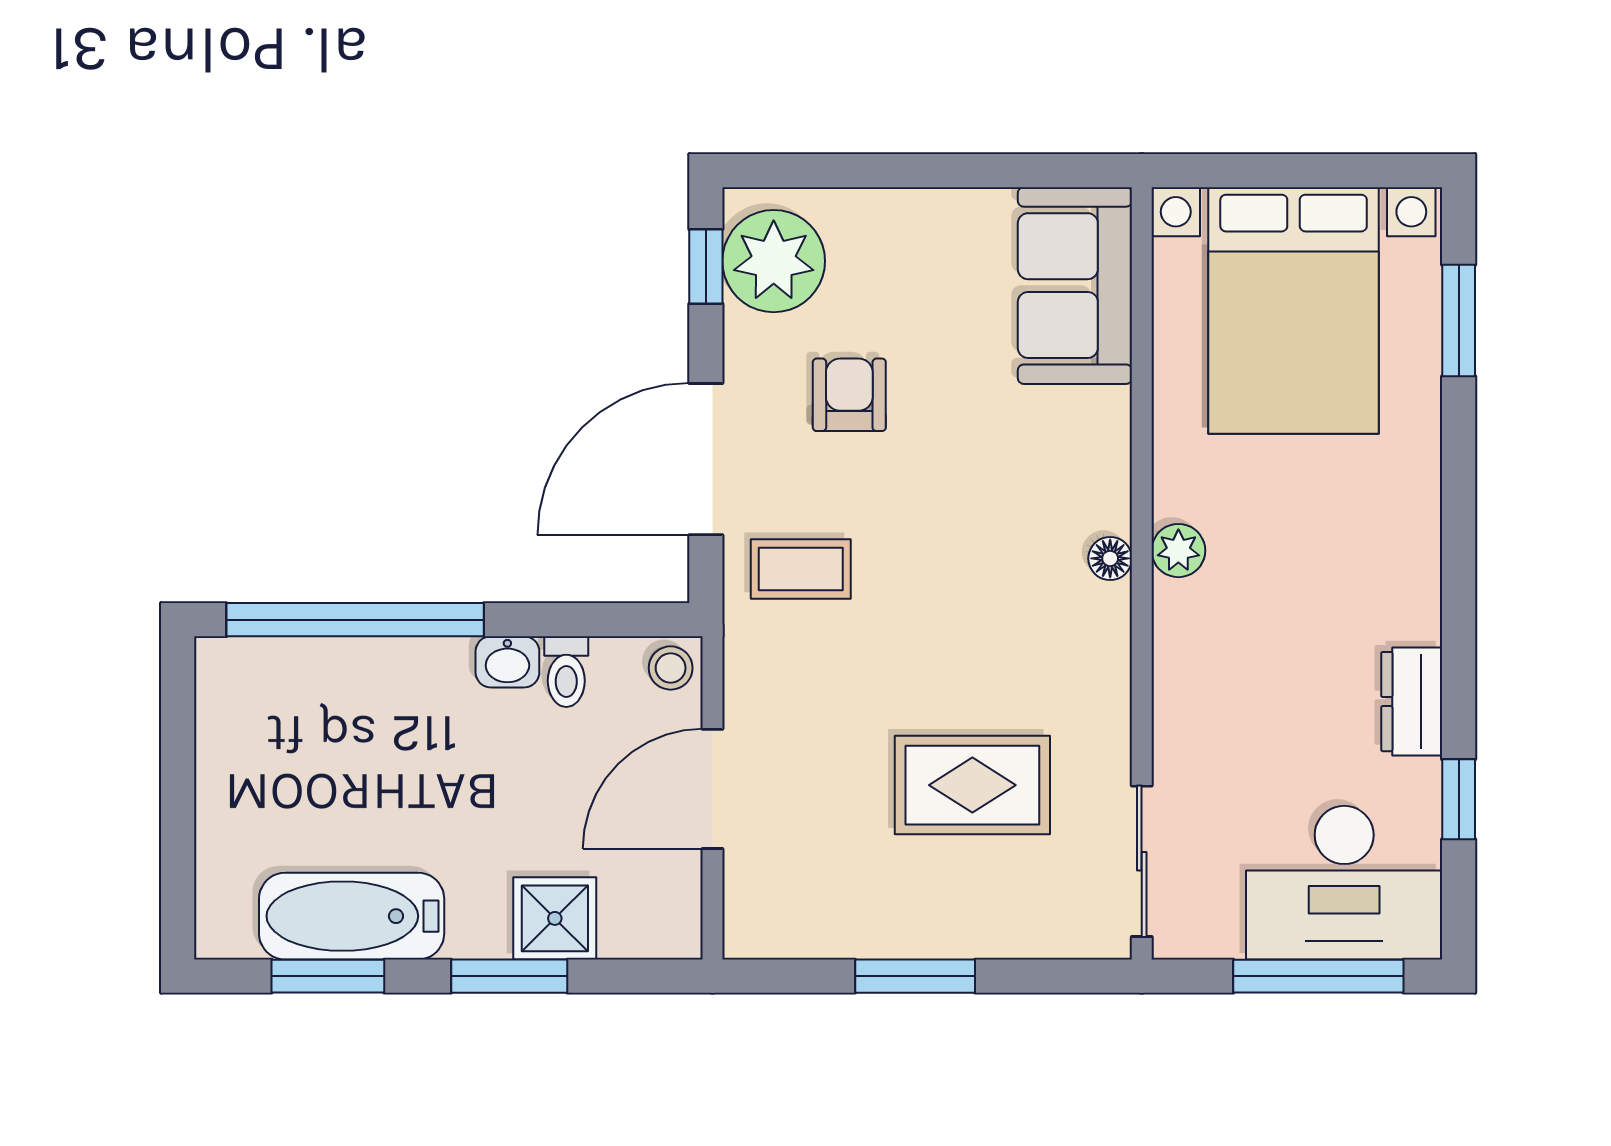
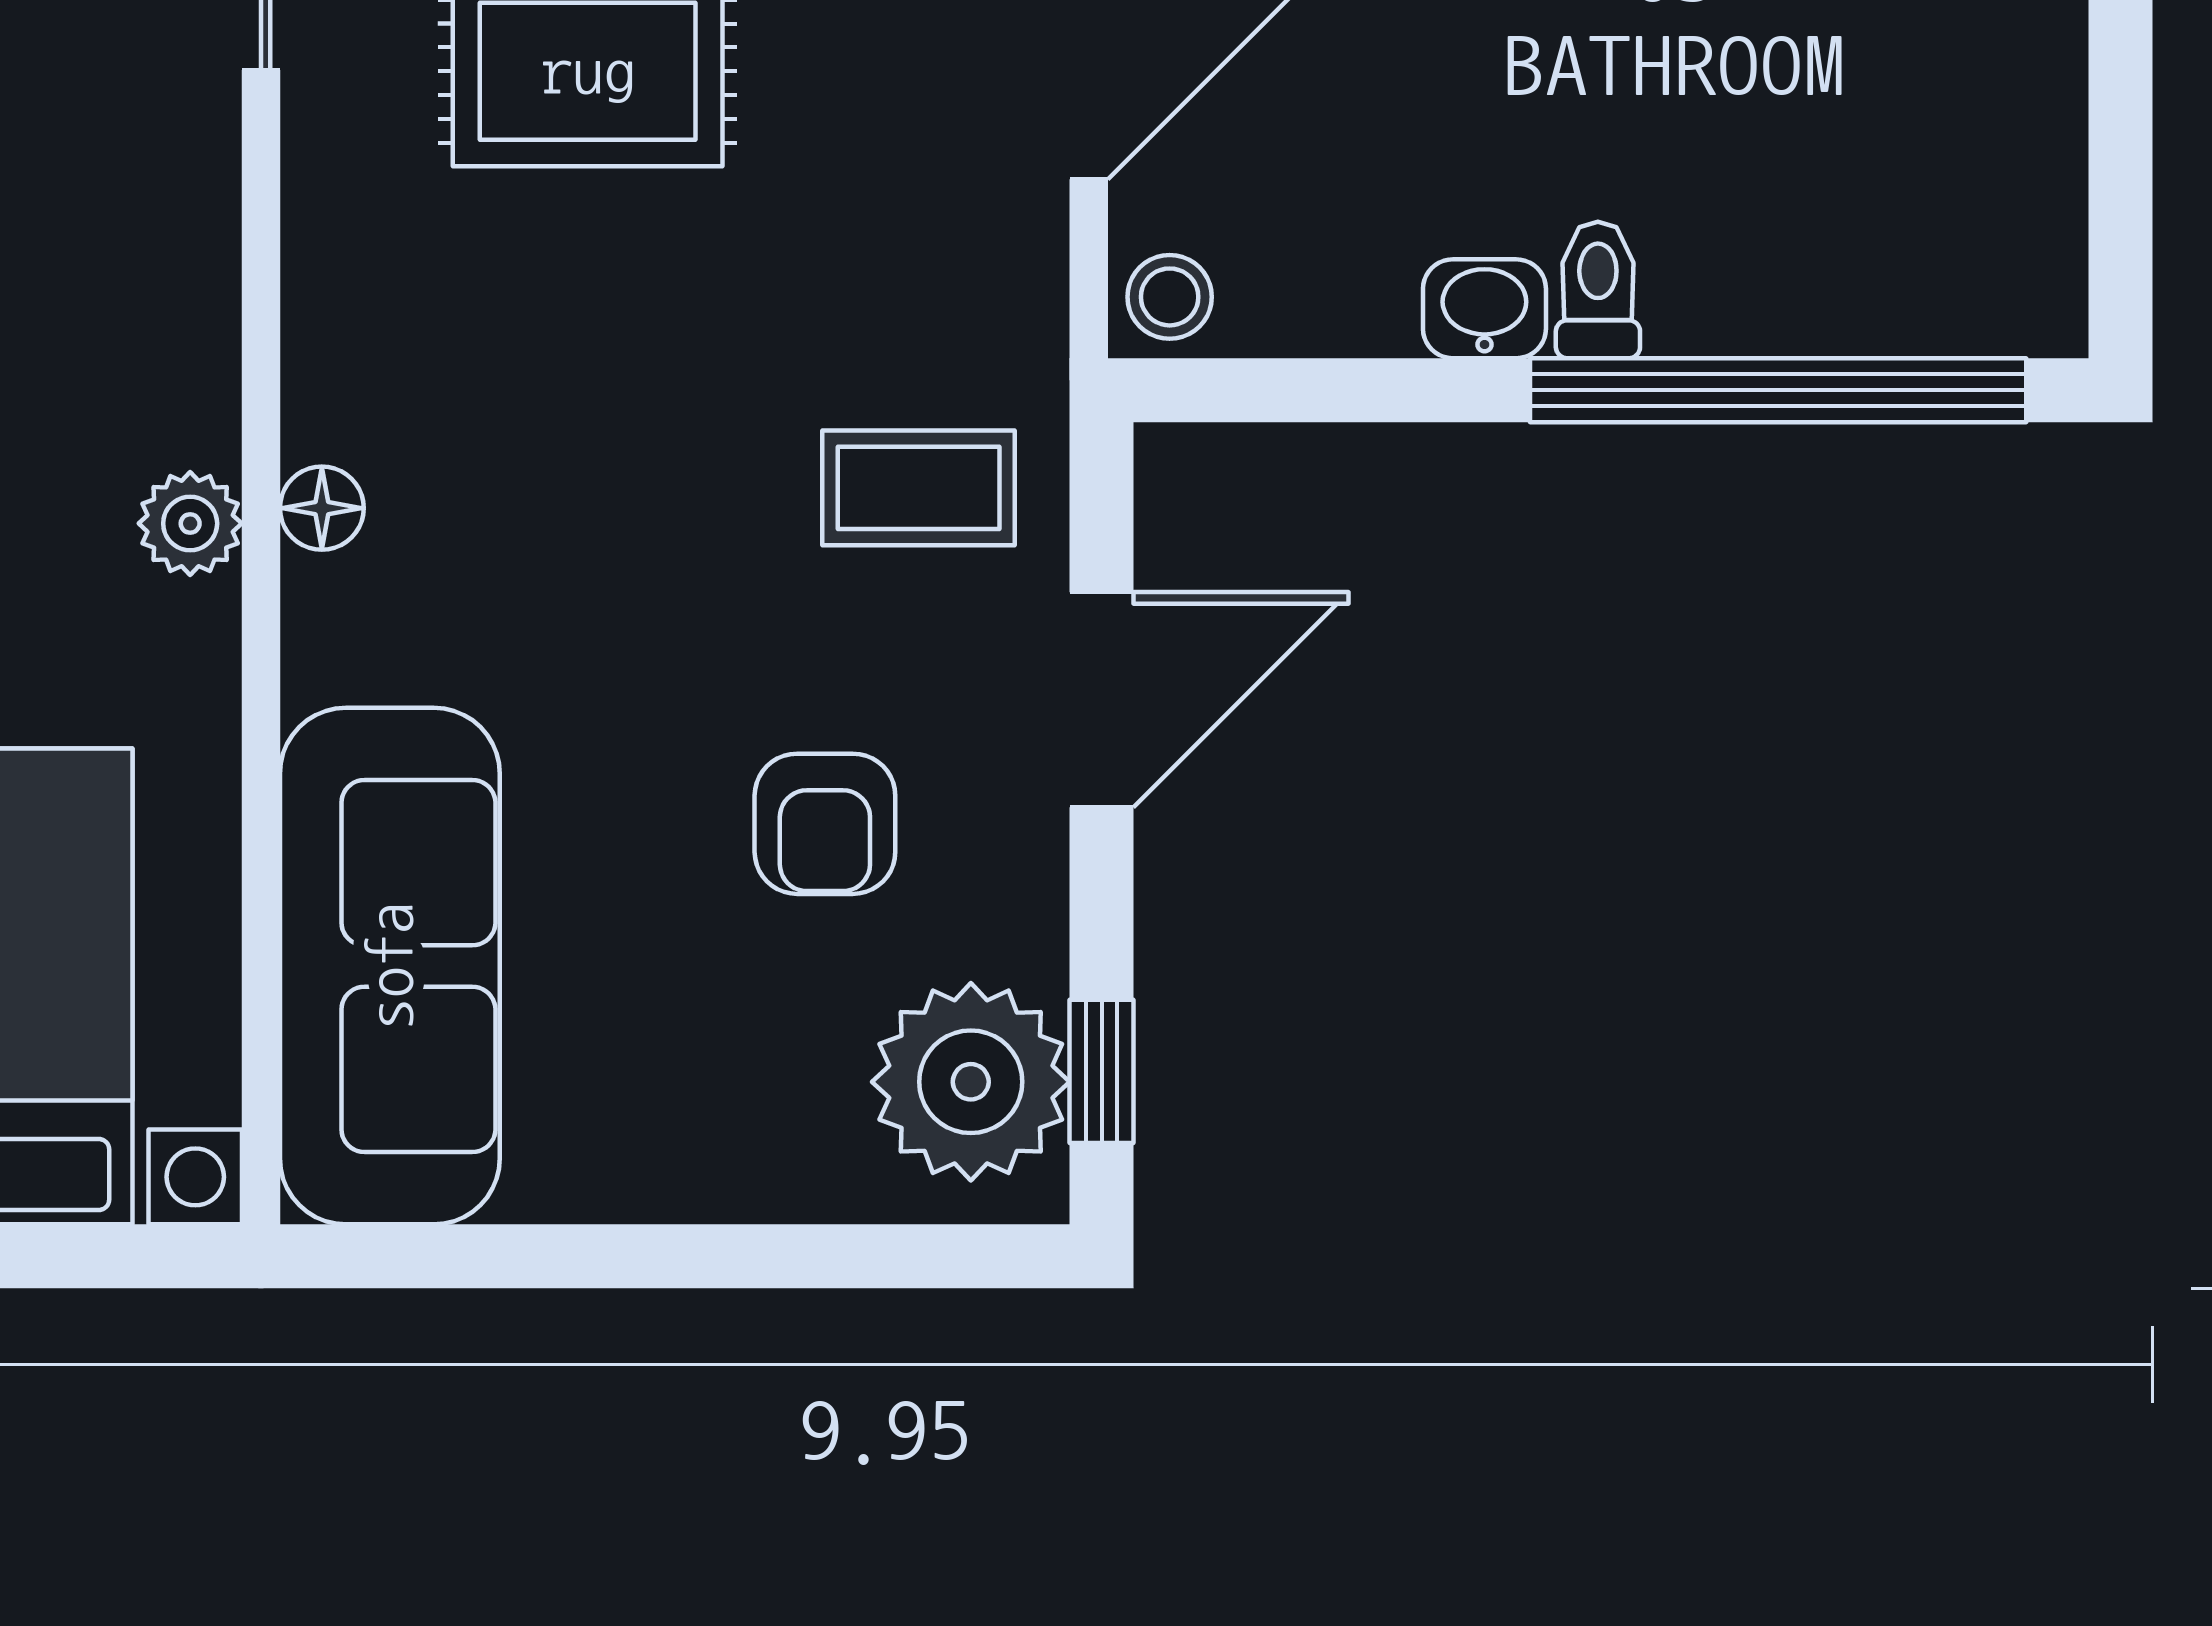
sofa: (1075, 286) -> (390, 966), width x1.36
door: (706, 459) -> (1102, 700), width x0.73
toilet: (566, 672) -> (1598, 290), moved

